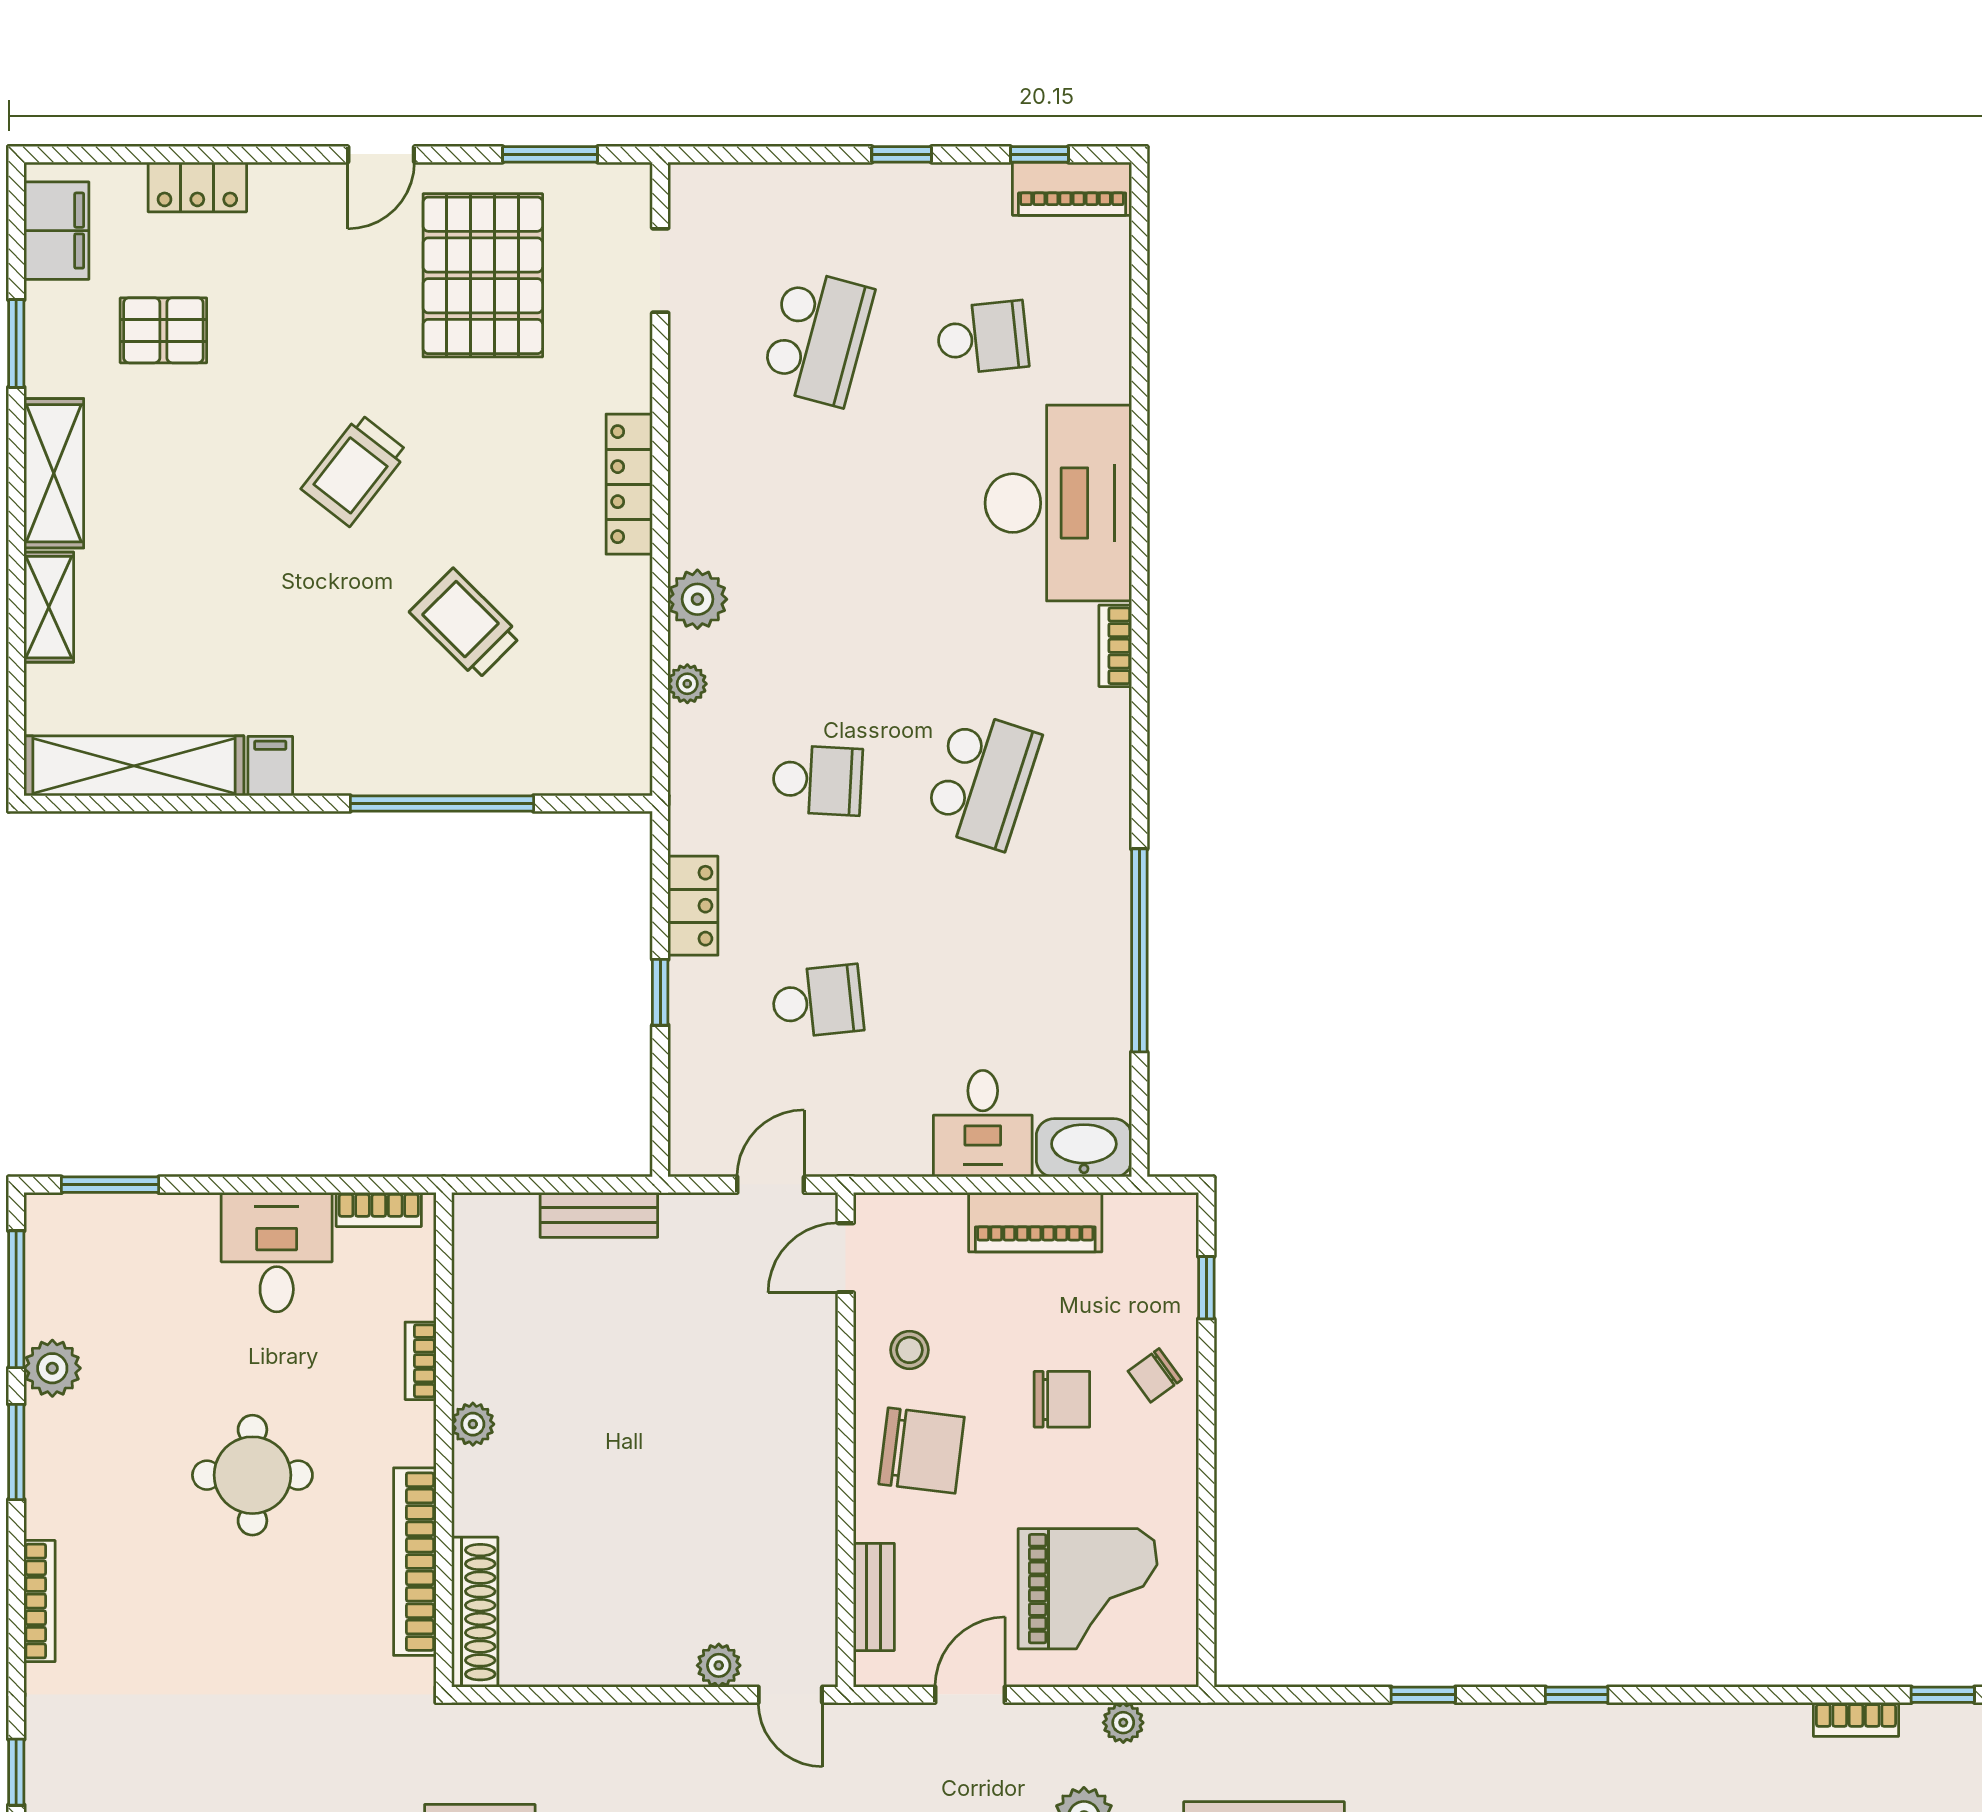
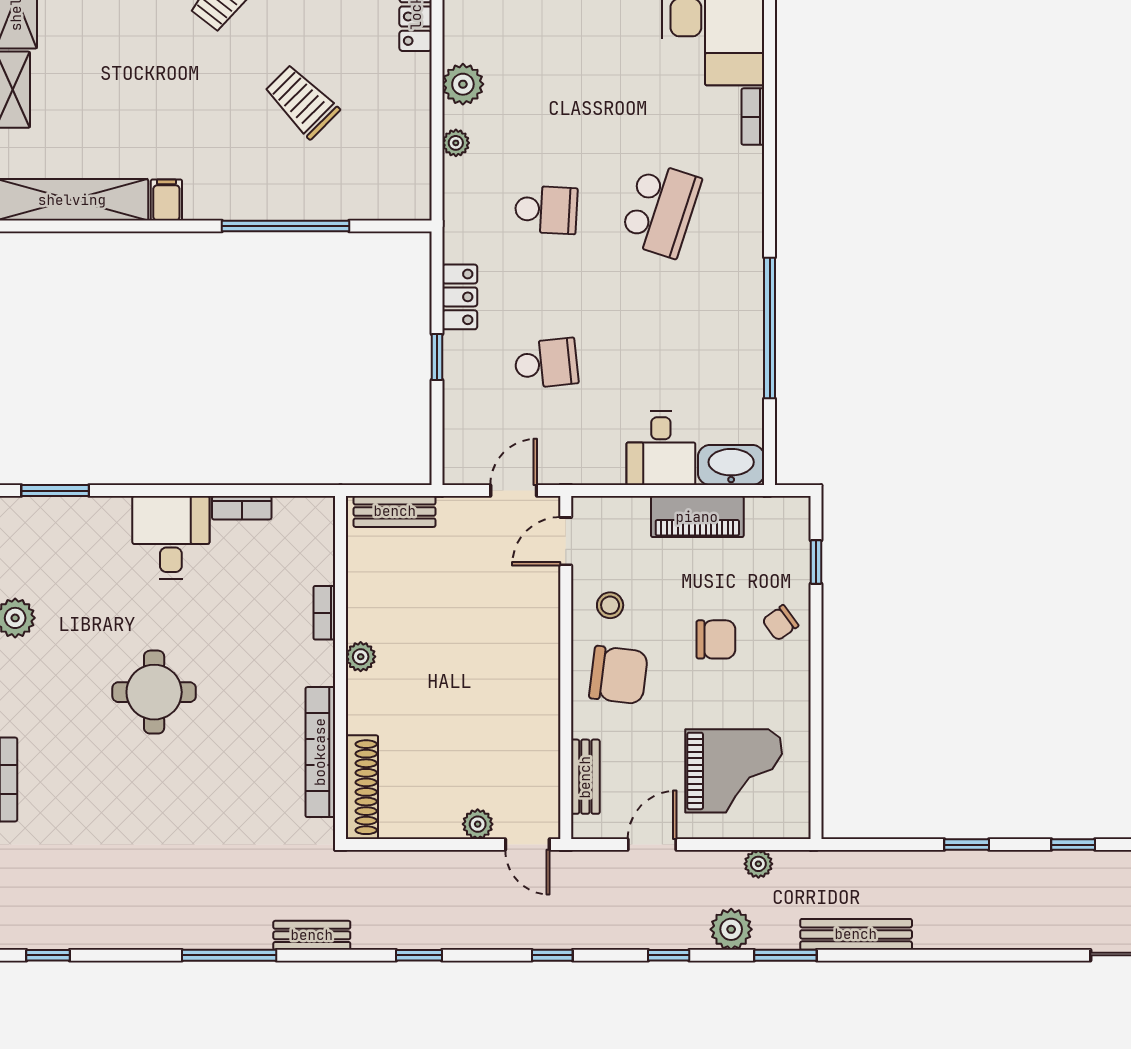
bookcase: (421, 1361) -> (324, 613), moved
plant: (473, 1424) -> (361, 657), moved
wall: (444, 1440) -> (341, 668), moved
bookcase: (415, 1562) -> (320, 752), moved
shoe rack: (475, 1612) -> (362, 787), moved

